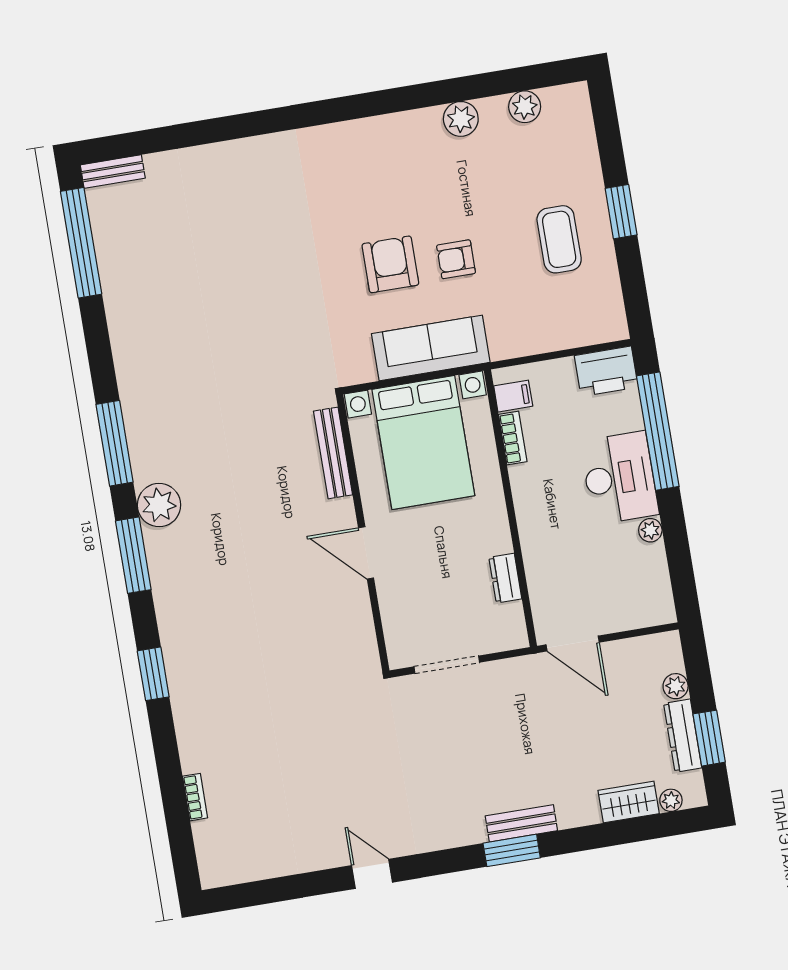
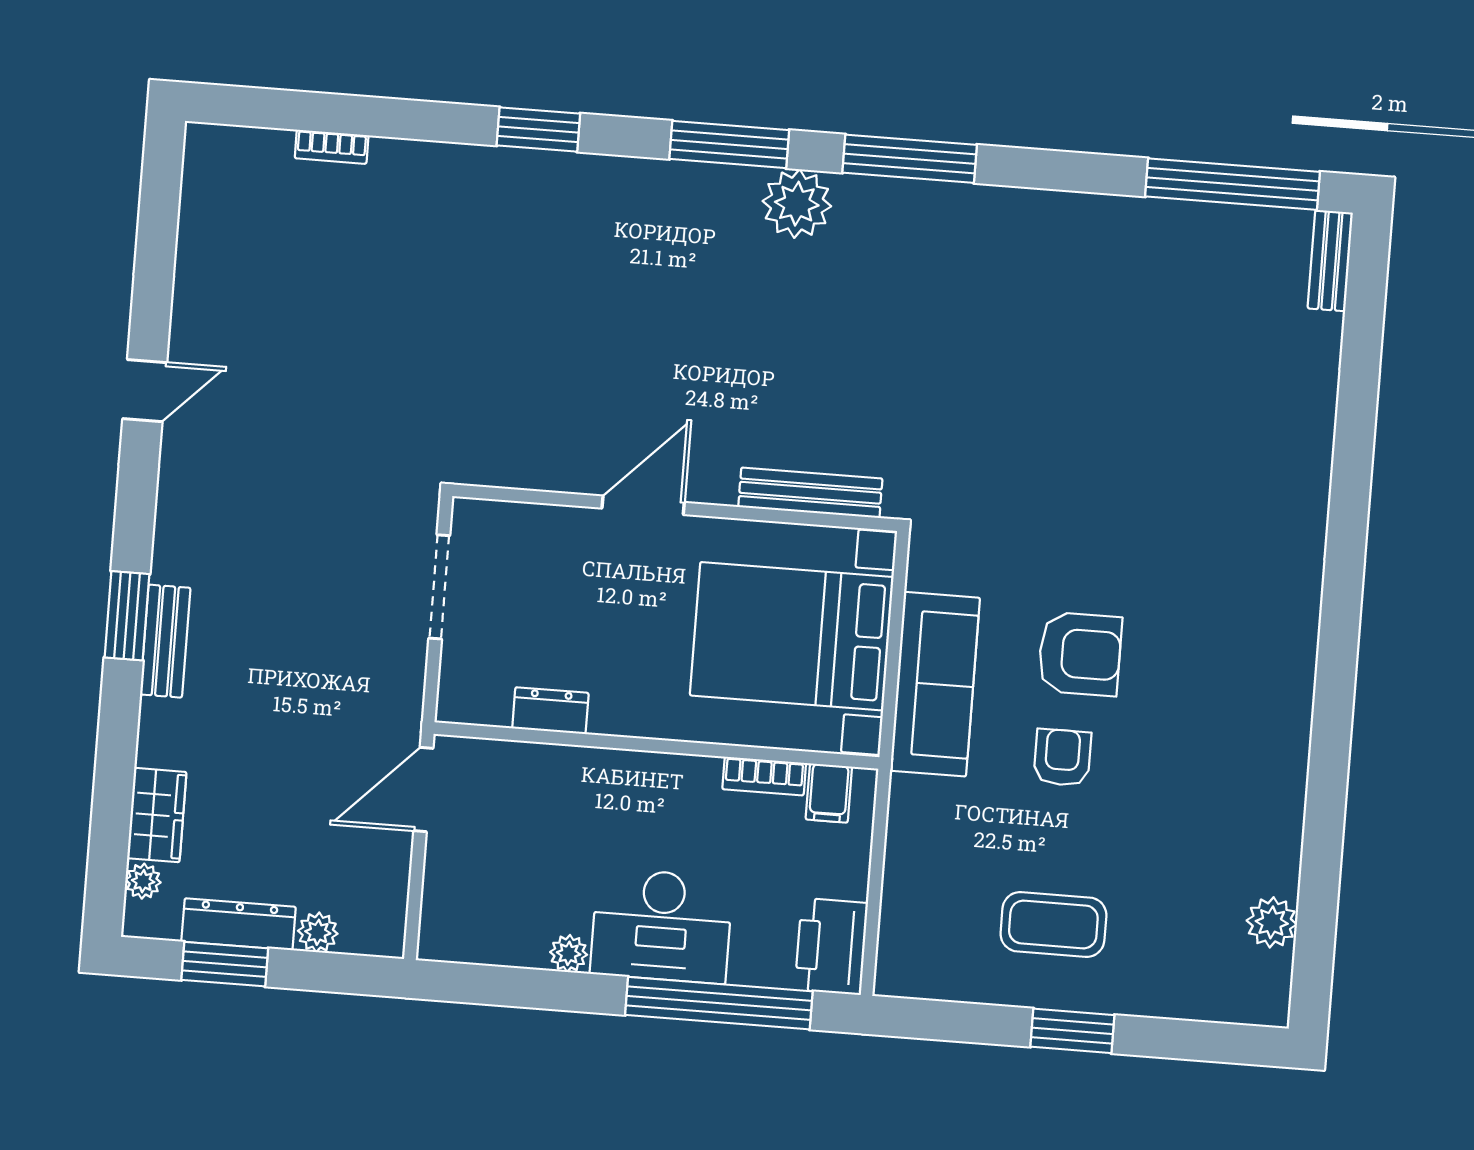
plant: (461, 119) -> (1277, 819), removed

